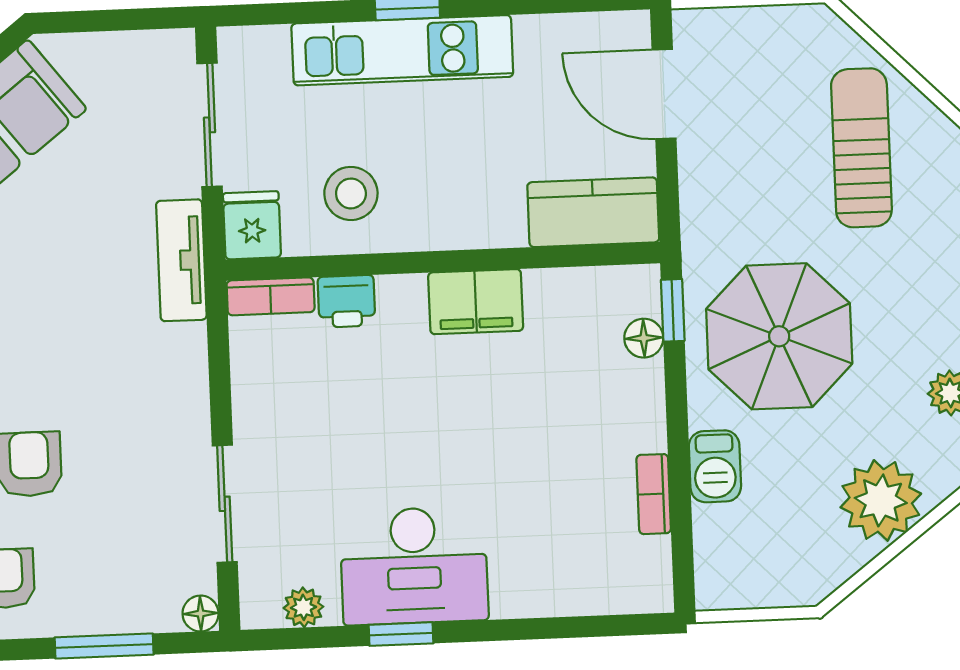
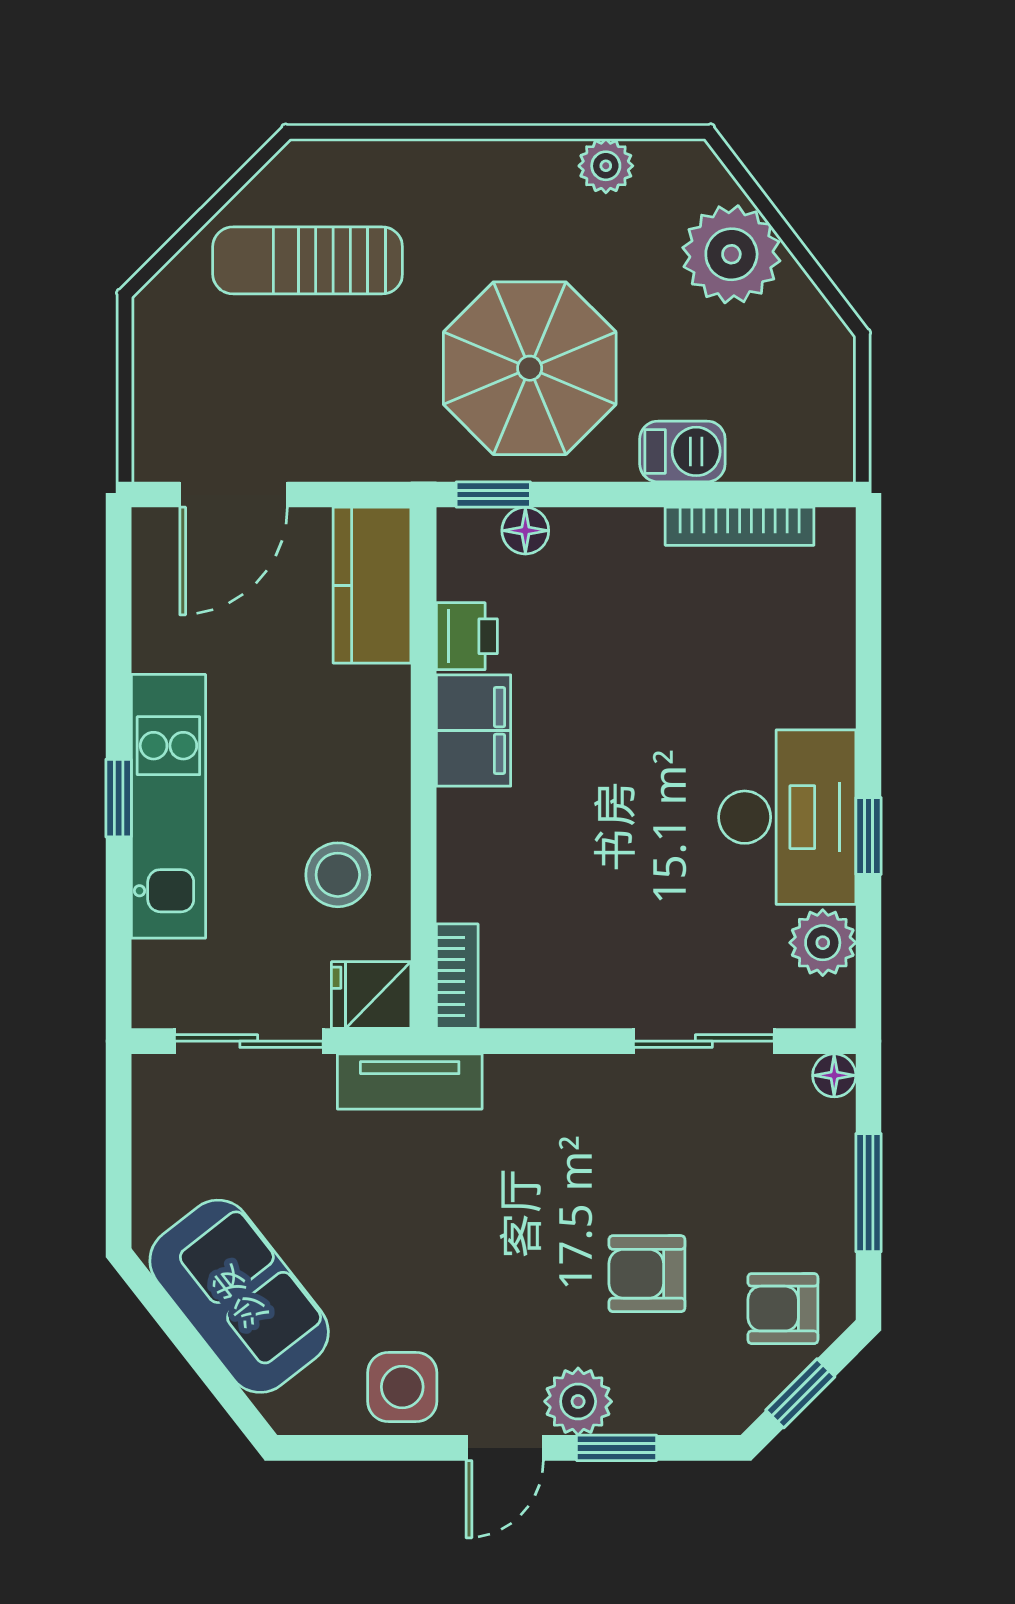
printer: (346, 301) -> (467, 636), moved
bookcase: (654, 494) -> (740, 526), width x1.56
plant: (303, 607) -> (823, 943), width x1.38, depth x1.38

